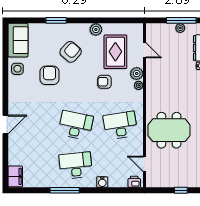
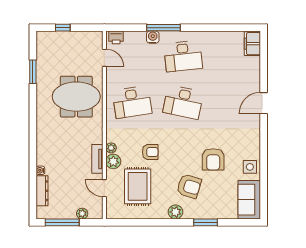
plant: (180, 28) -> (82, 214), moved
plant: (96, 29) -> (176, 212), moved
armchair: (71, 52) -> (189, 186), turned -115
tv unit: (151, 76) -> (97, 159), added
window: (65, 190) -> (164, 28), moved

